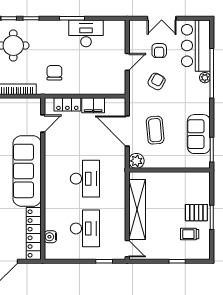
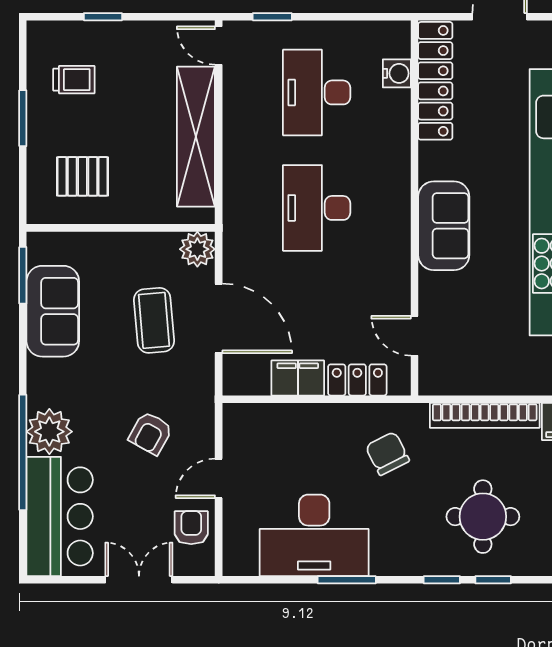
desk: (86, 33) -> (314, 535), width x1.36, depth x1.30
armchair: (159, 51) -> (191, 528), moved
chair: (54, 73) -> (387, 453), turned 153
plant: (205, 78) -> (49, 432), width x1.88, depth x1.88
door: (43, 124) -> (415, 336), hinge flipped
sofa: (27, 171) -> (444, 226), width x0.54, depth x0.79
pallet: (196, 213) -> (83, 176), moved

